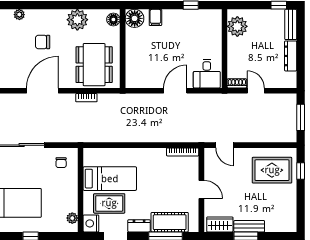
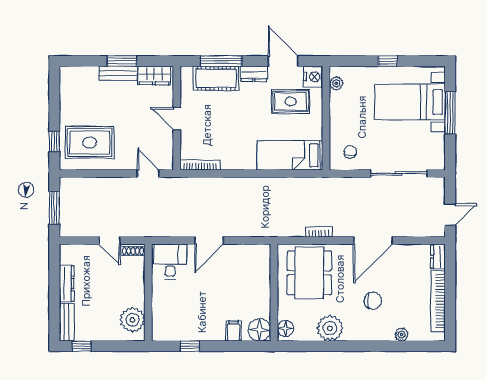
bed: (110, 179) -> (290, 155), moved

